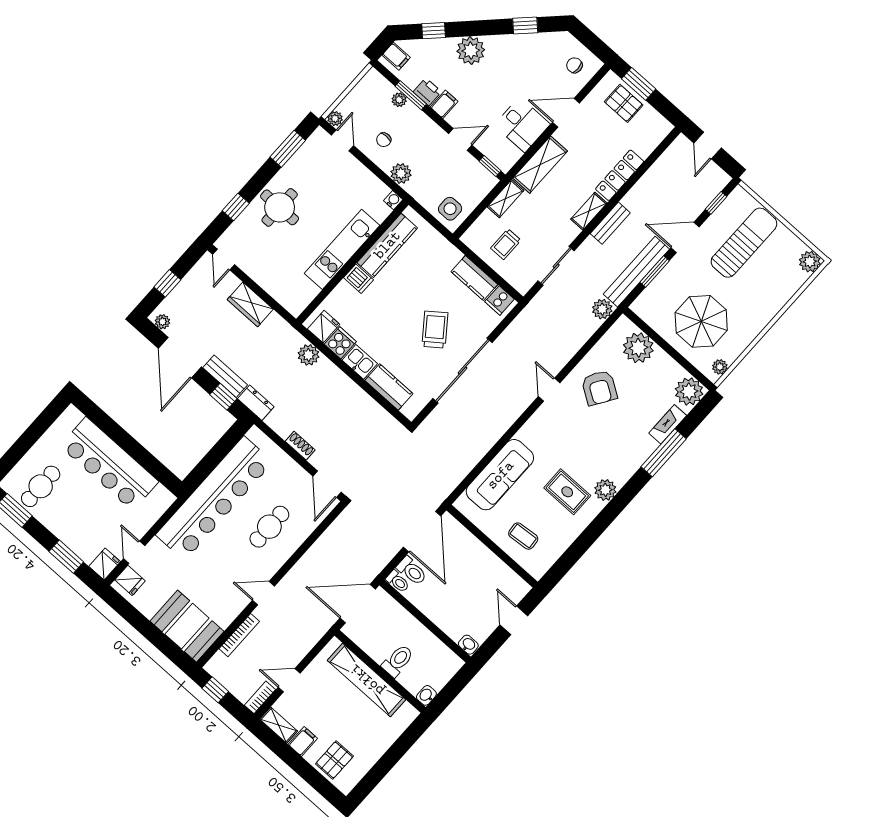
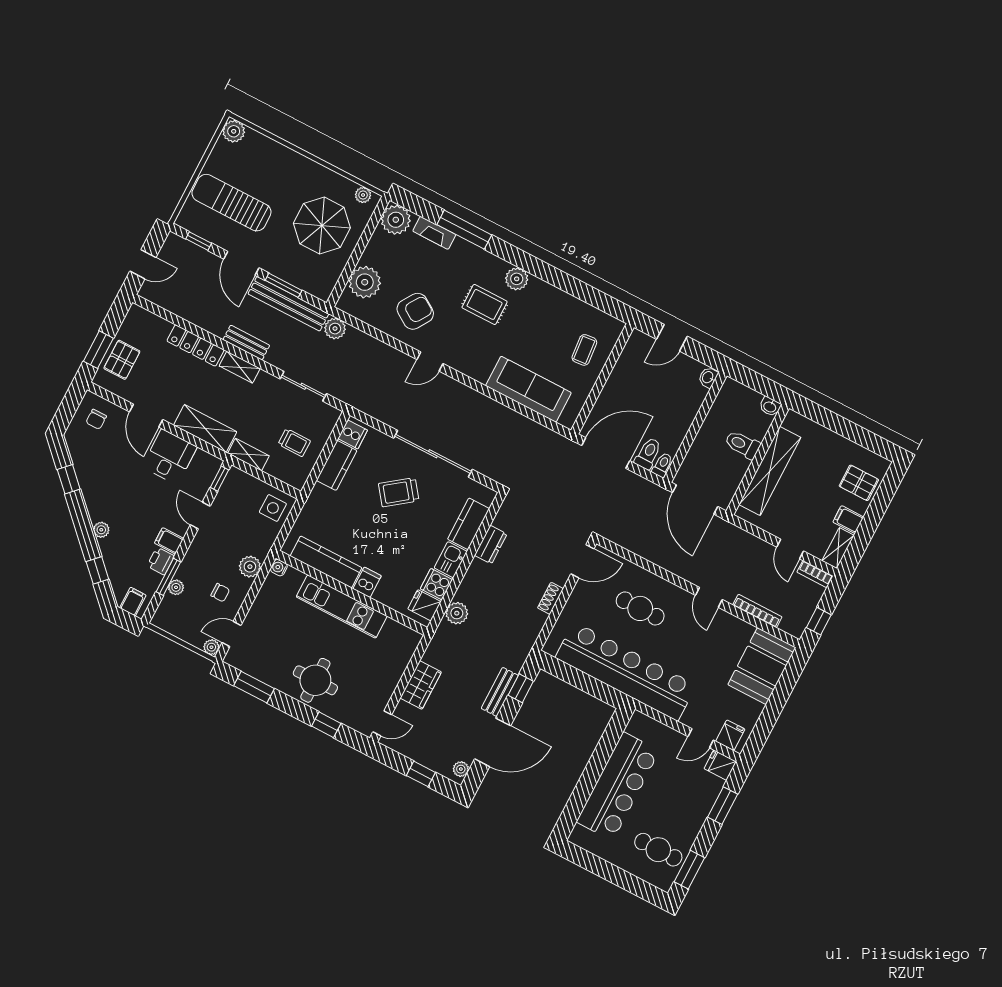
plant: (471, 51) -> (101, 530), width x0.53, depth x0.53
dresser: (256, 403) -> (491, 545), moved, turned 180
rug: (567, 492) -> (485, 304), moved, turned 90

